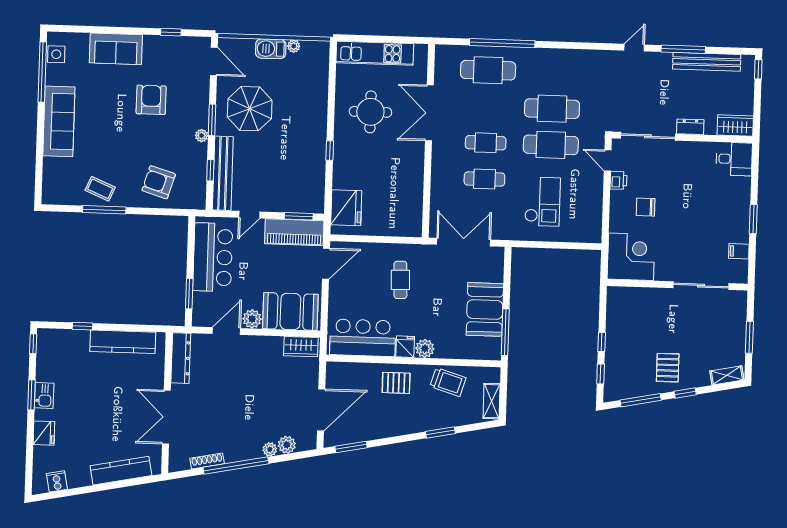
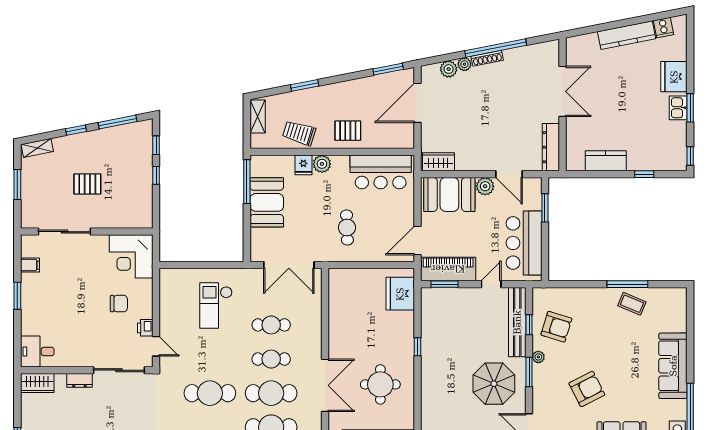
armchair: (151, 100) -> (587, 389), turned -117
cafe table: (551, 145) -> (271, 393), moved
armchair: (159, 182) -> (556, 327), moved
door: (226, 331) -> (509, 174), hinge flipped
kitchen counter: (123, 342) -> (606, 161), width x0.67
fridge: (405, 347) -> (303, 165), moved
pallet: (668, 368) -> (87, 184), moved, turned 90
fridge: (44, 433) -> (674, 77), width x1.36, depth x1.34
shoe rack: (207, 461) -> (487, 58), moved
kitchen counter: (121, 471) -> (627, 35), moved

